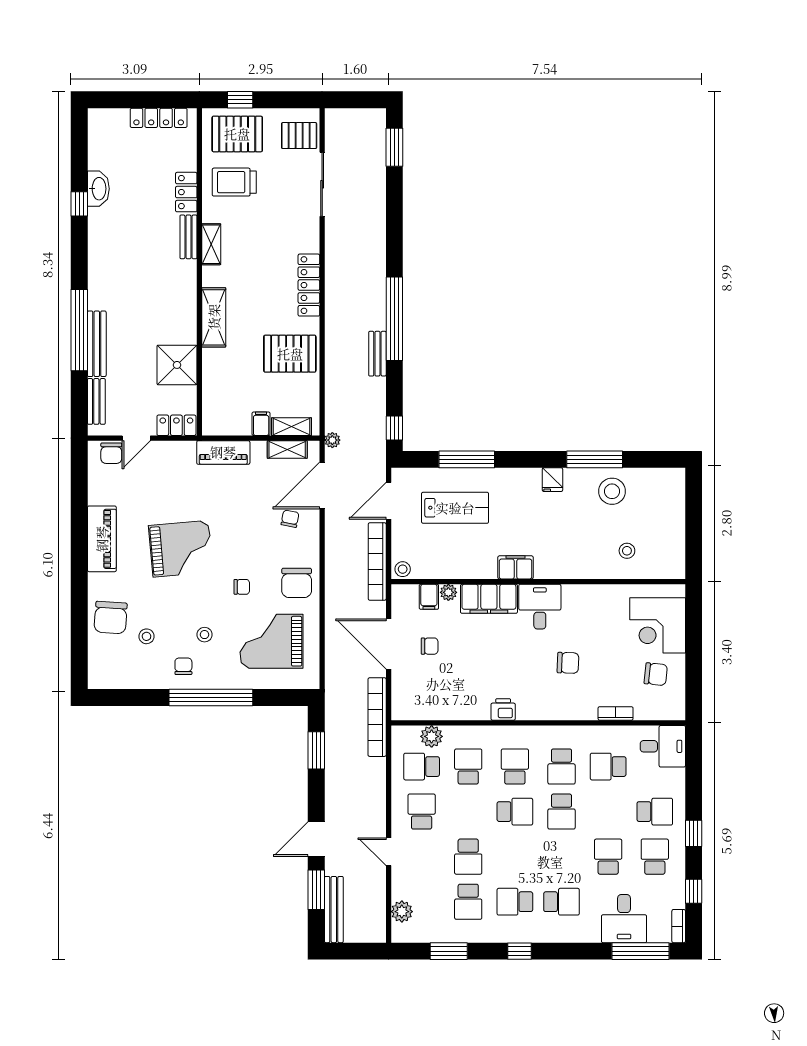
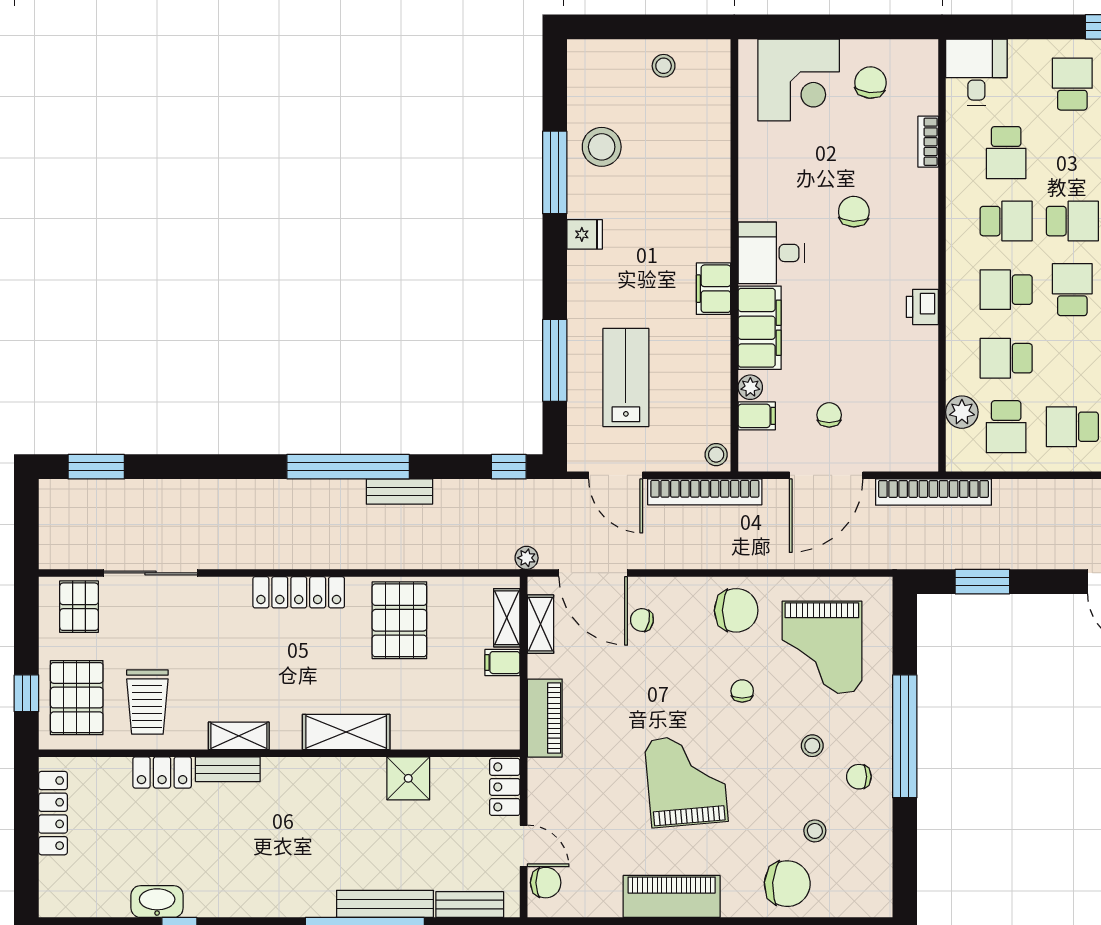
shower: (177, 365) -> (408, 778), width x0.73, depth x0.73
stool: (627, 551) -> (664, 66), moved

